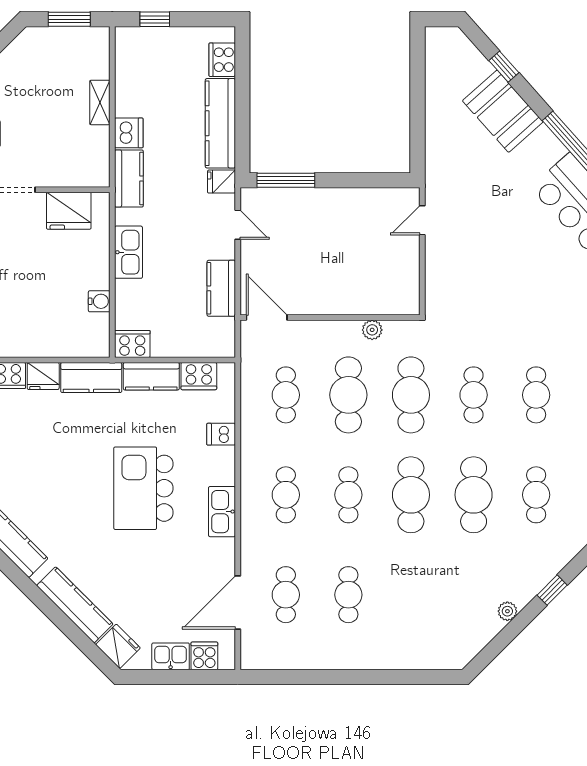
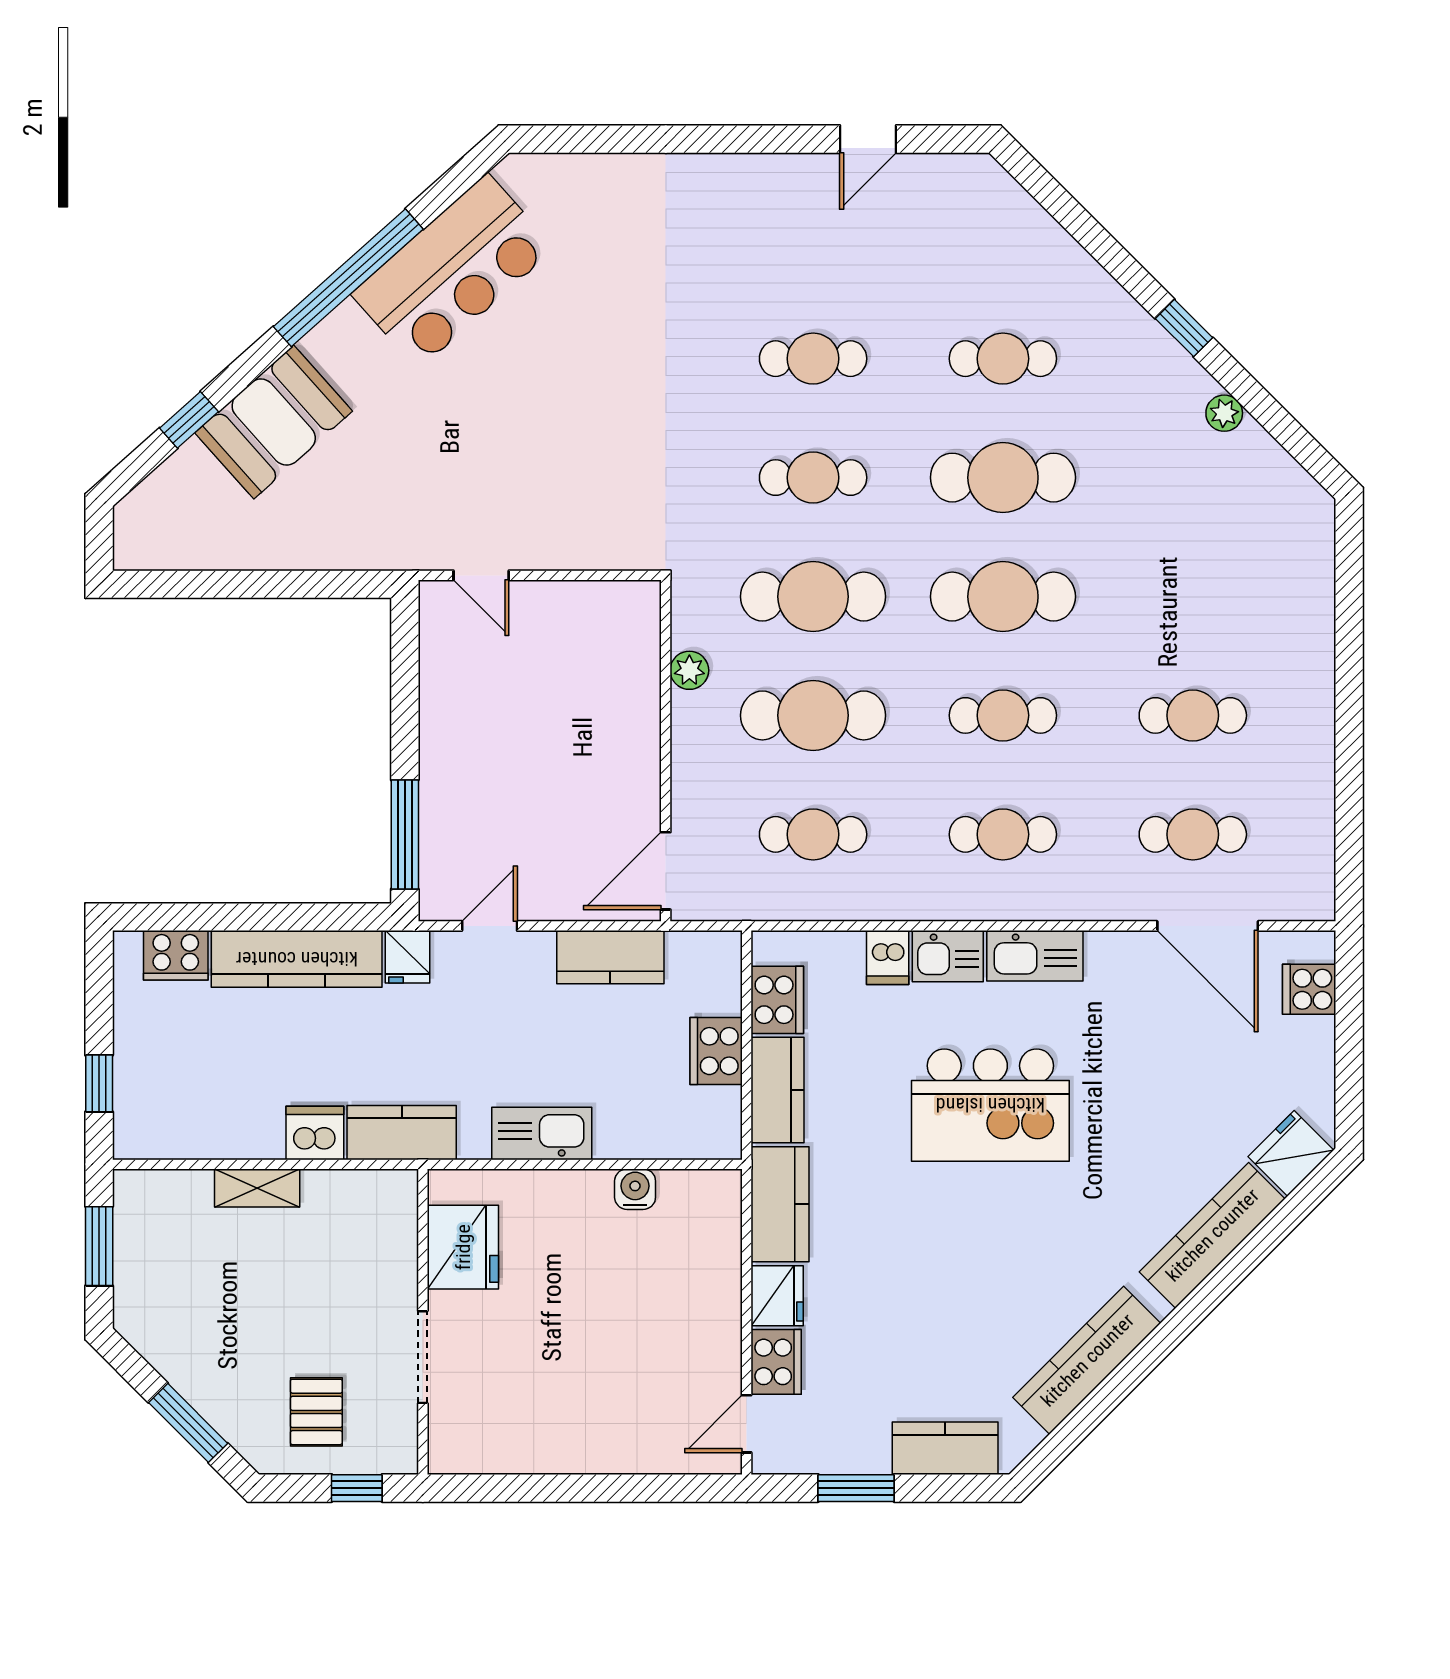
cooker: (132, 344) -> (716, 1051), moved
kitchen sink: (171, 656) -> (948, 956), moved, turned -90

